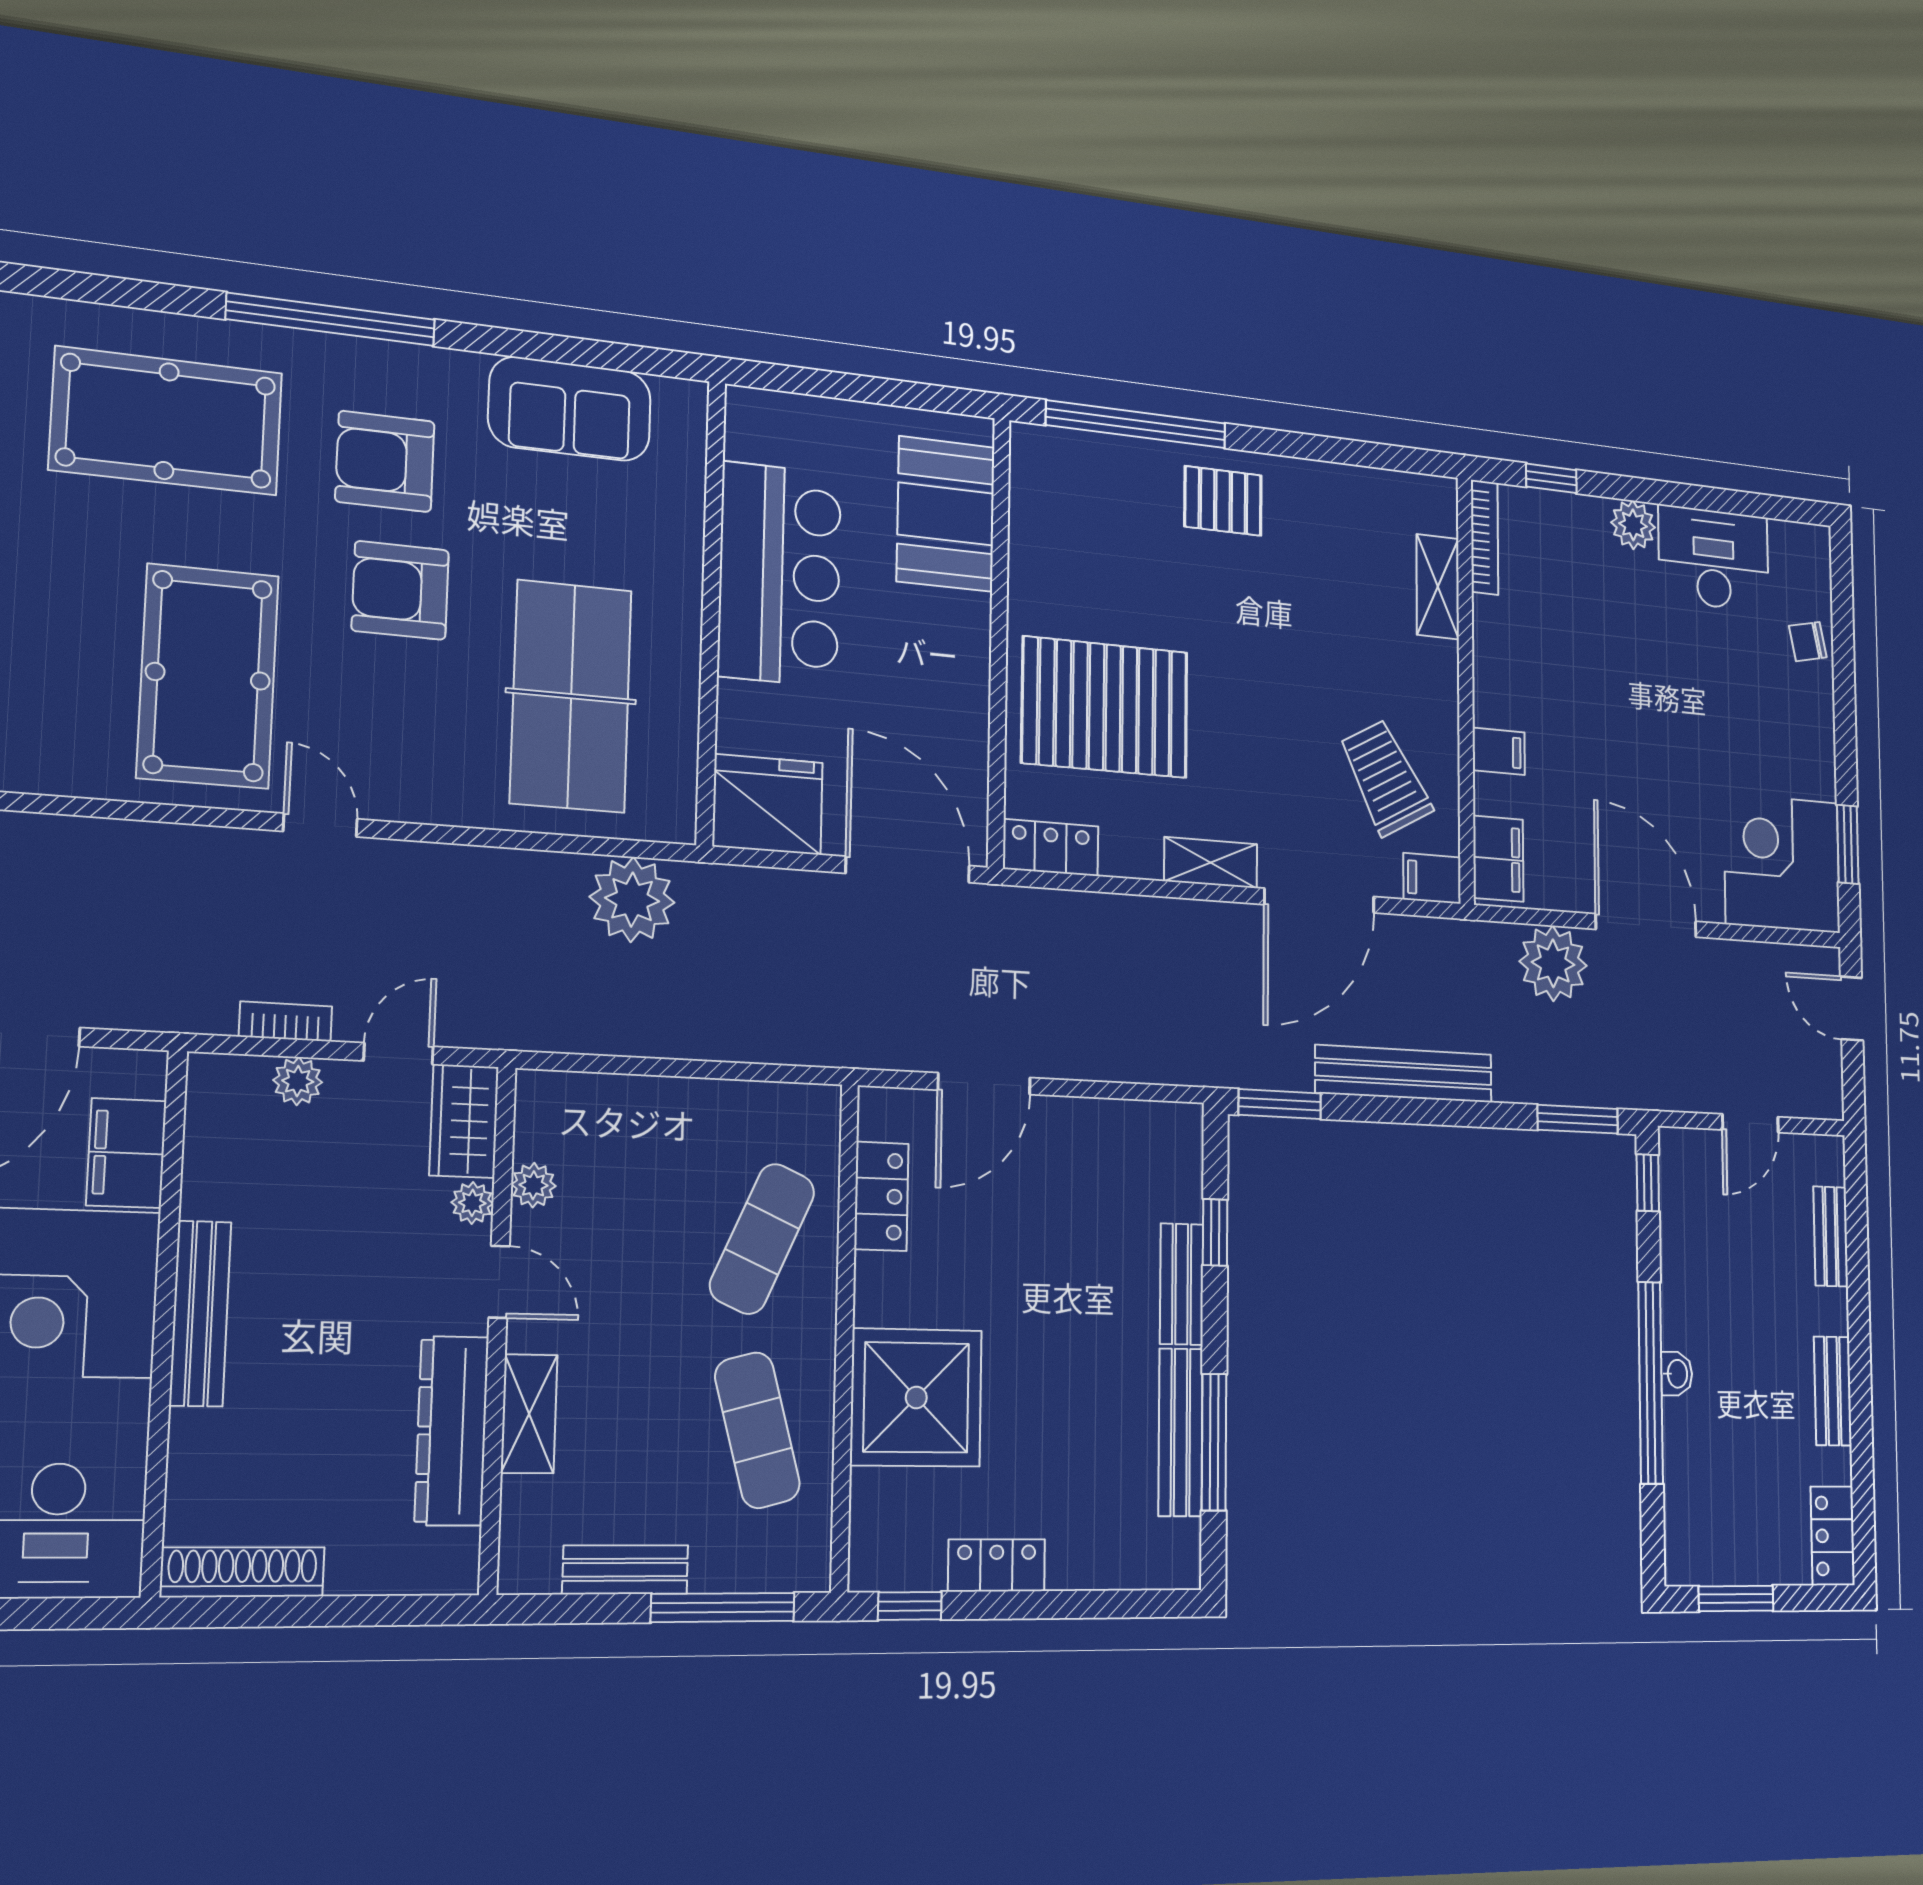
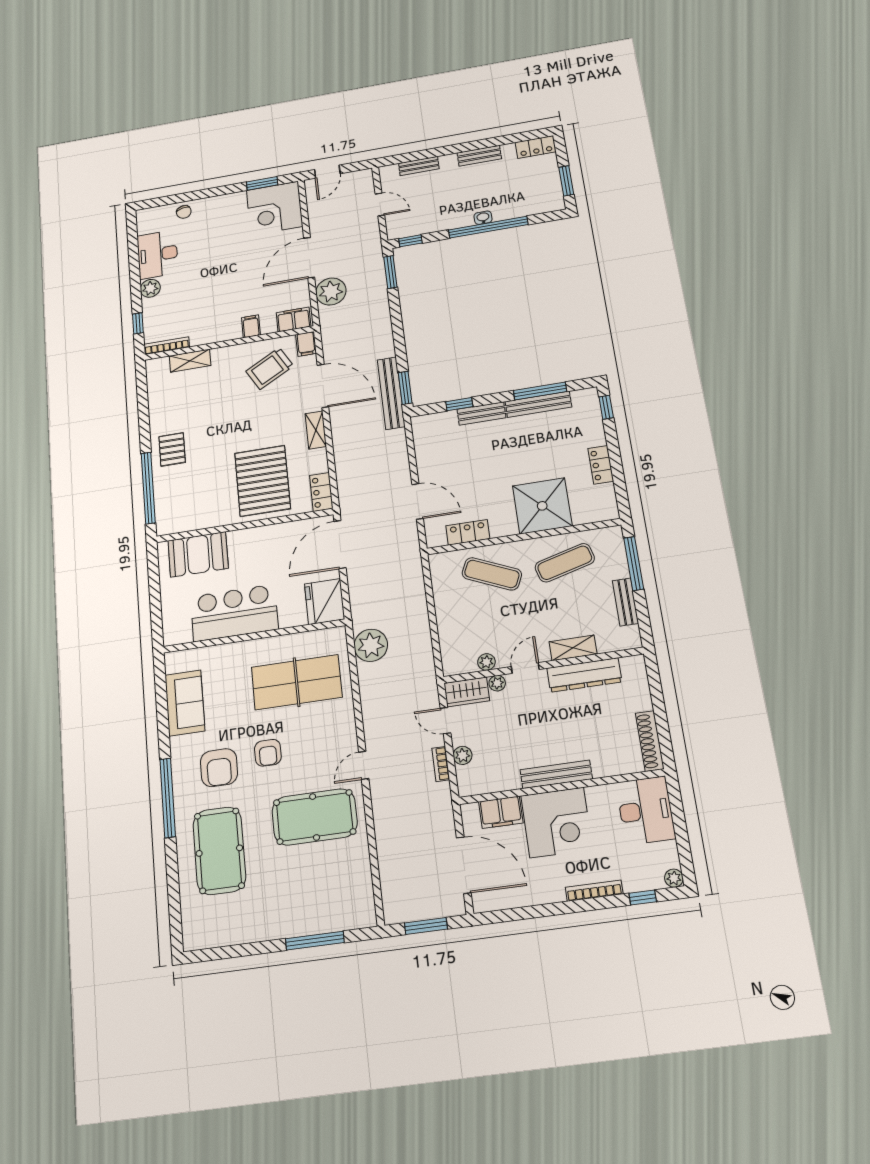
armchair: (400, 590) -> (268, 753), width x0.72, depth x0.72
bench: (1404, 1074) -> (391, 393), moved
window: (910, 1606) -> (606, 407), moved

